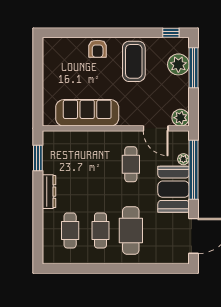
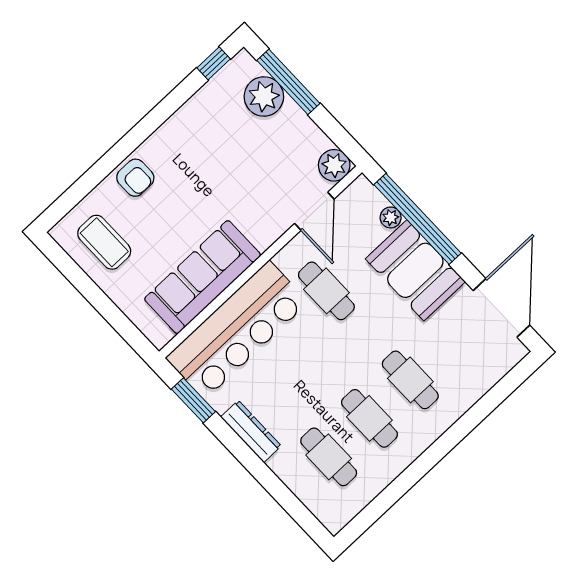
coffee table: (134, 61) -> (104, 242), moved, width x0.73, depth x0.76
door: (156, 128) -> (314, 211), hinge flipped
bar counter: (81, 146) -> (237, 330), added
cafe table: (131, 230) -> (410, 380), width x0.73, depth x0.74

